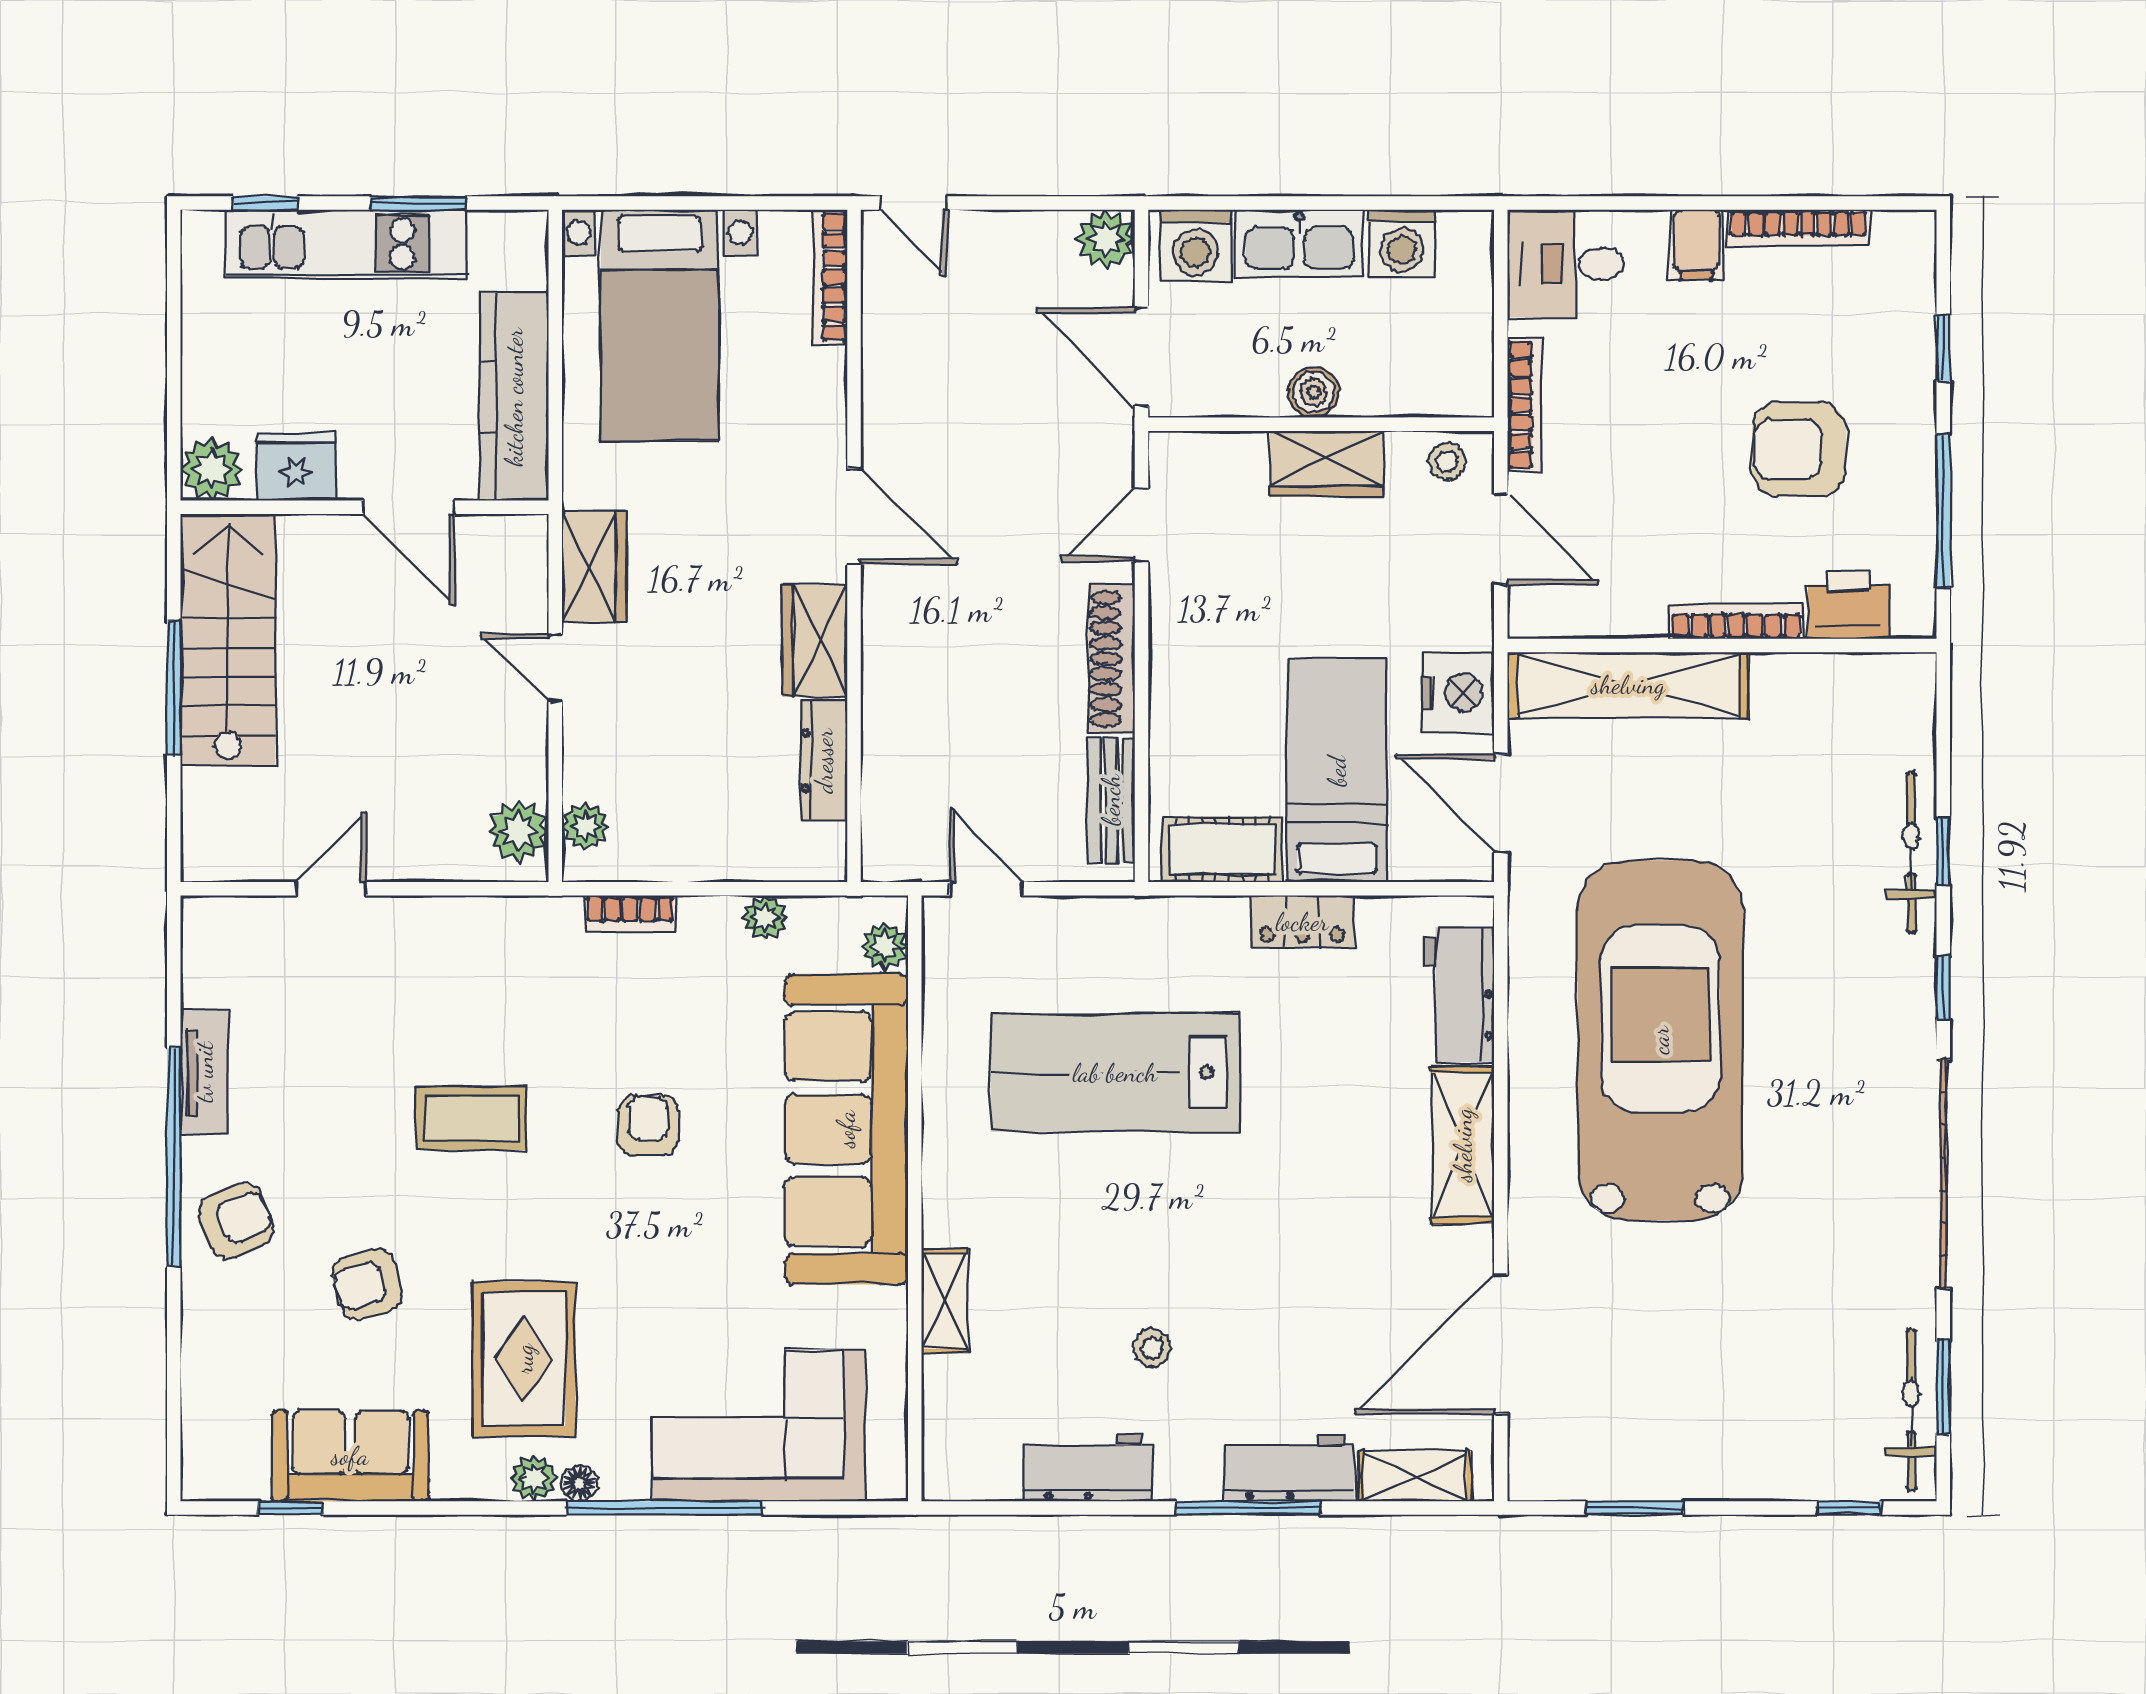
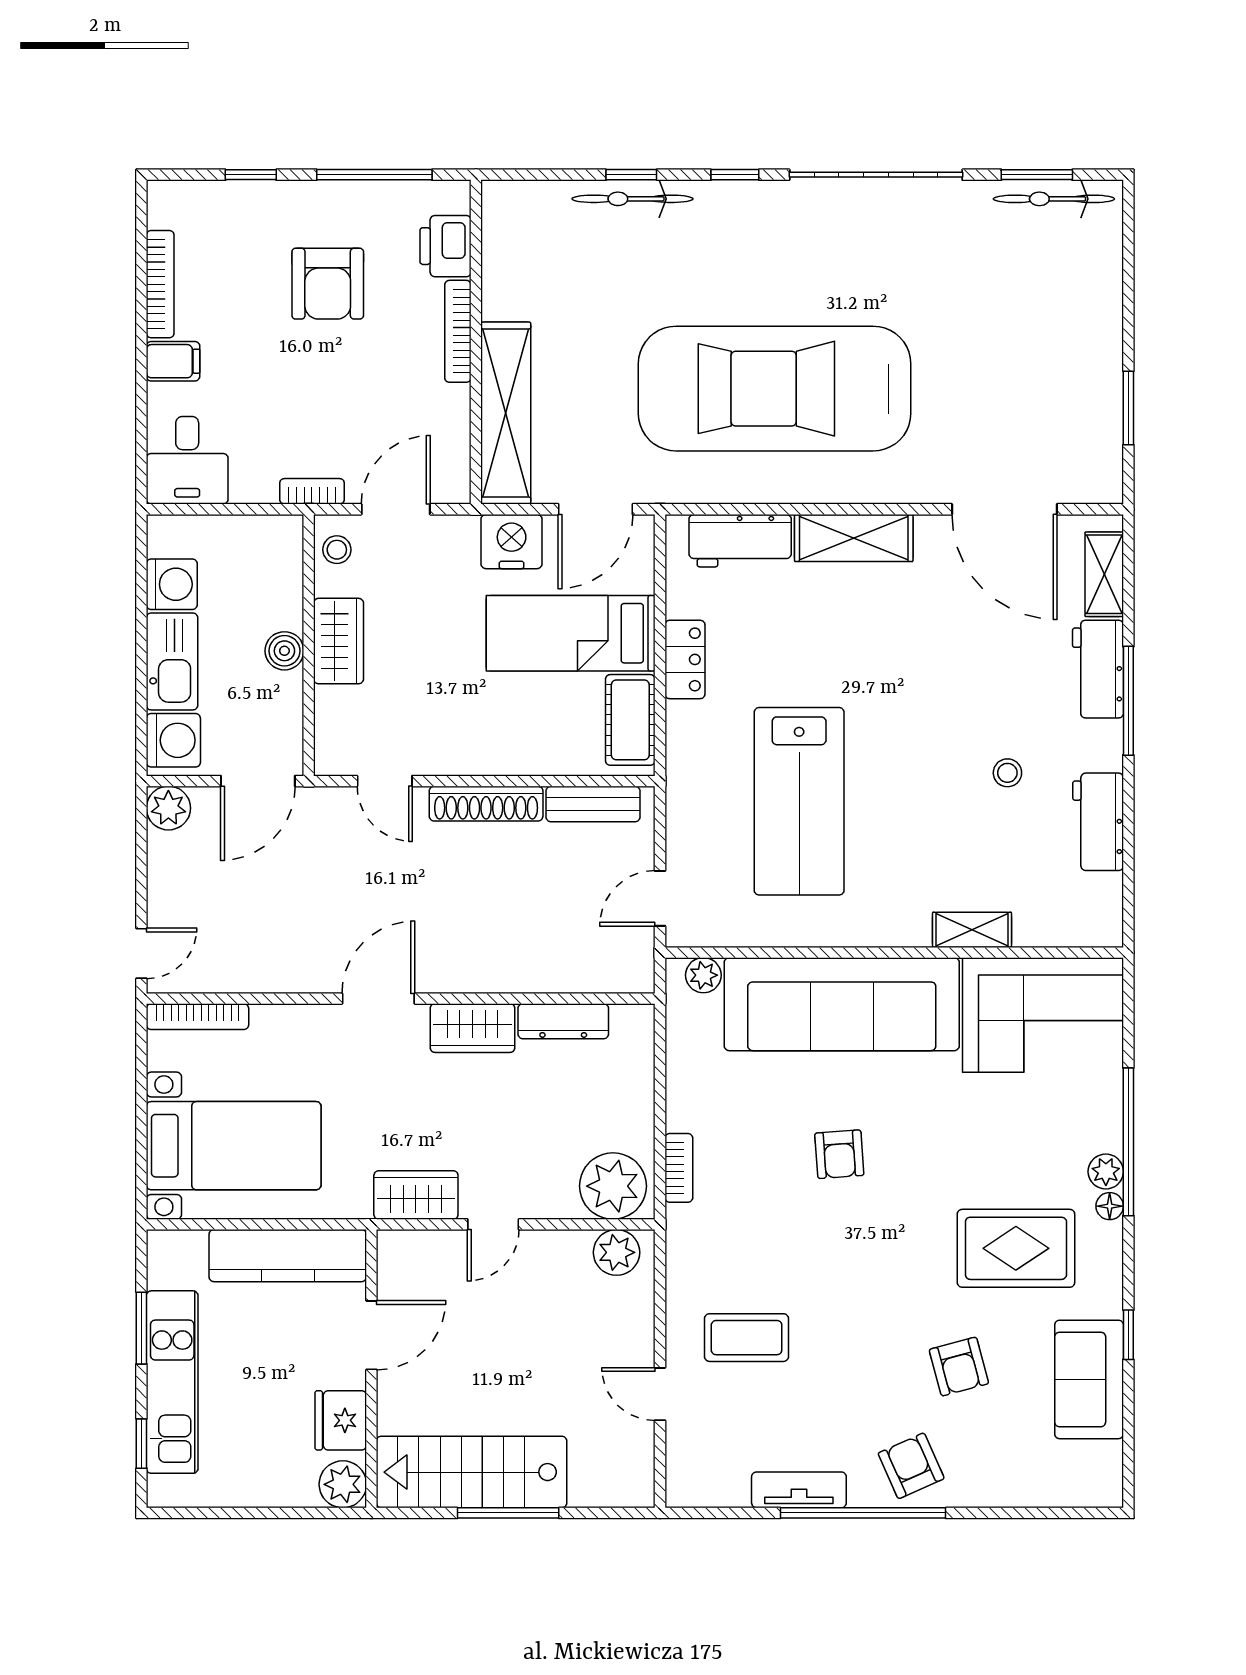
bookcase: (1524, 405) -> (312, 491), width x0.64
plant: (585, 826) -> (613, 1186), width x1.88, depth x1.88
plant: (765, 918) -> (682, 1066), removed
coffee table: (471, 1118) -> (747, 1338), moved, turned 90
armchair: (648, 1126) -> (839, 1154), turned -94
corner sofa: (759, 1425) -> (1043, 1015), moved, turned -90
plant: (534, 1478) -> (1106, 1172), moved
window: (291, 1508) -> (1128, 1335), moved
window: (1849, 1508) -> (1128, 246), removed

